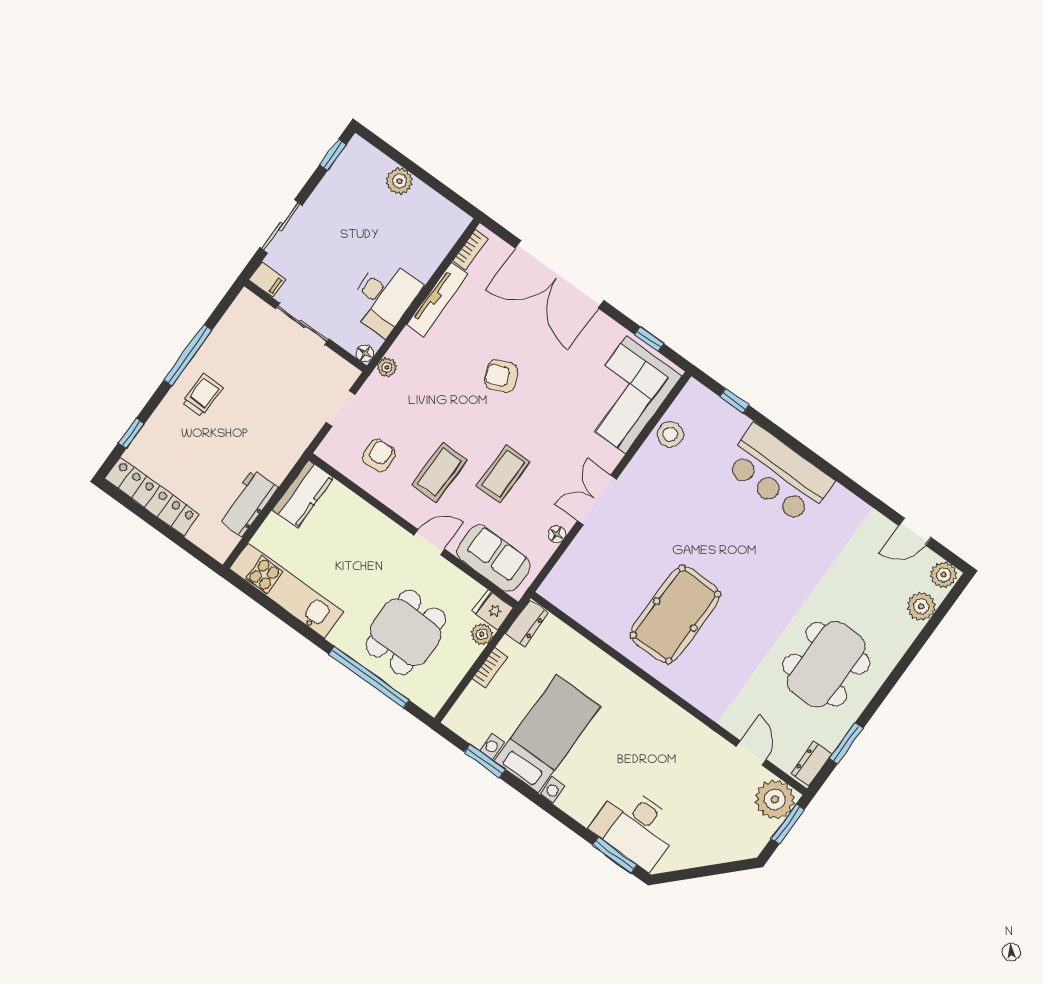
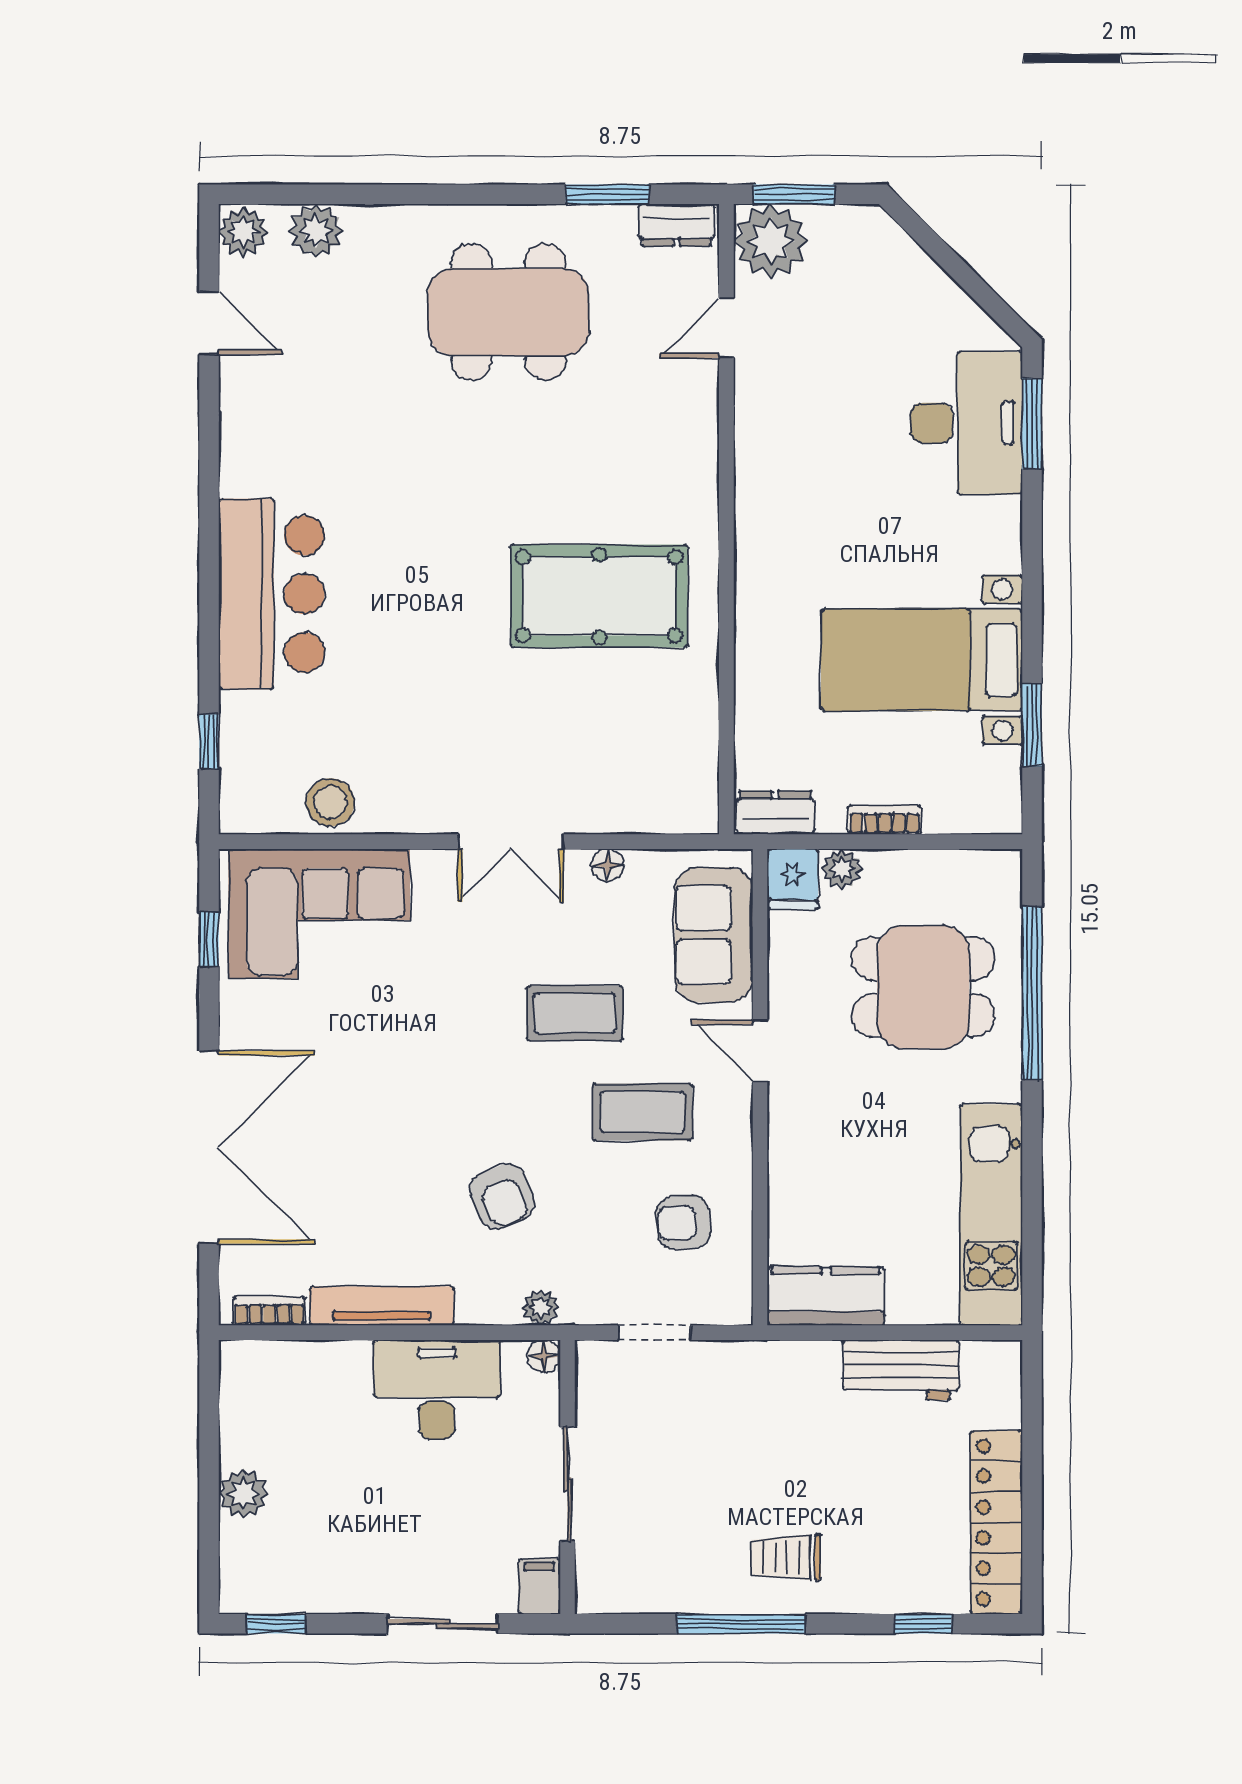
armchair: (501, 376) -> (502, 1196), moved

